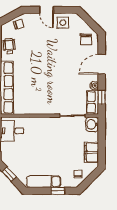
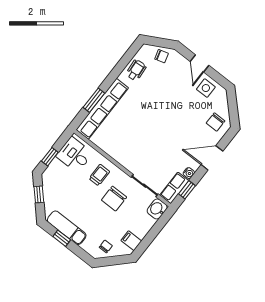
trolley: (38, 132) -> (99, 175), added
chair: (59, 139) -> (114, 199), added
filing cabinet: (91, 152) -> (131, 241), width x0.50
window: (58, 191) -> (62, 238), moved

